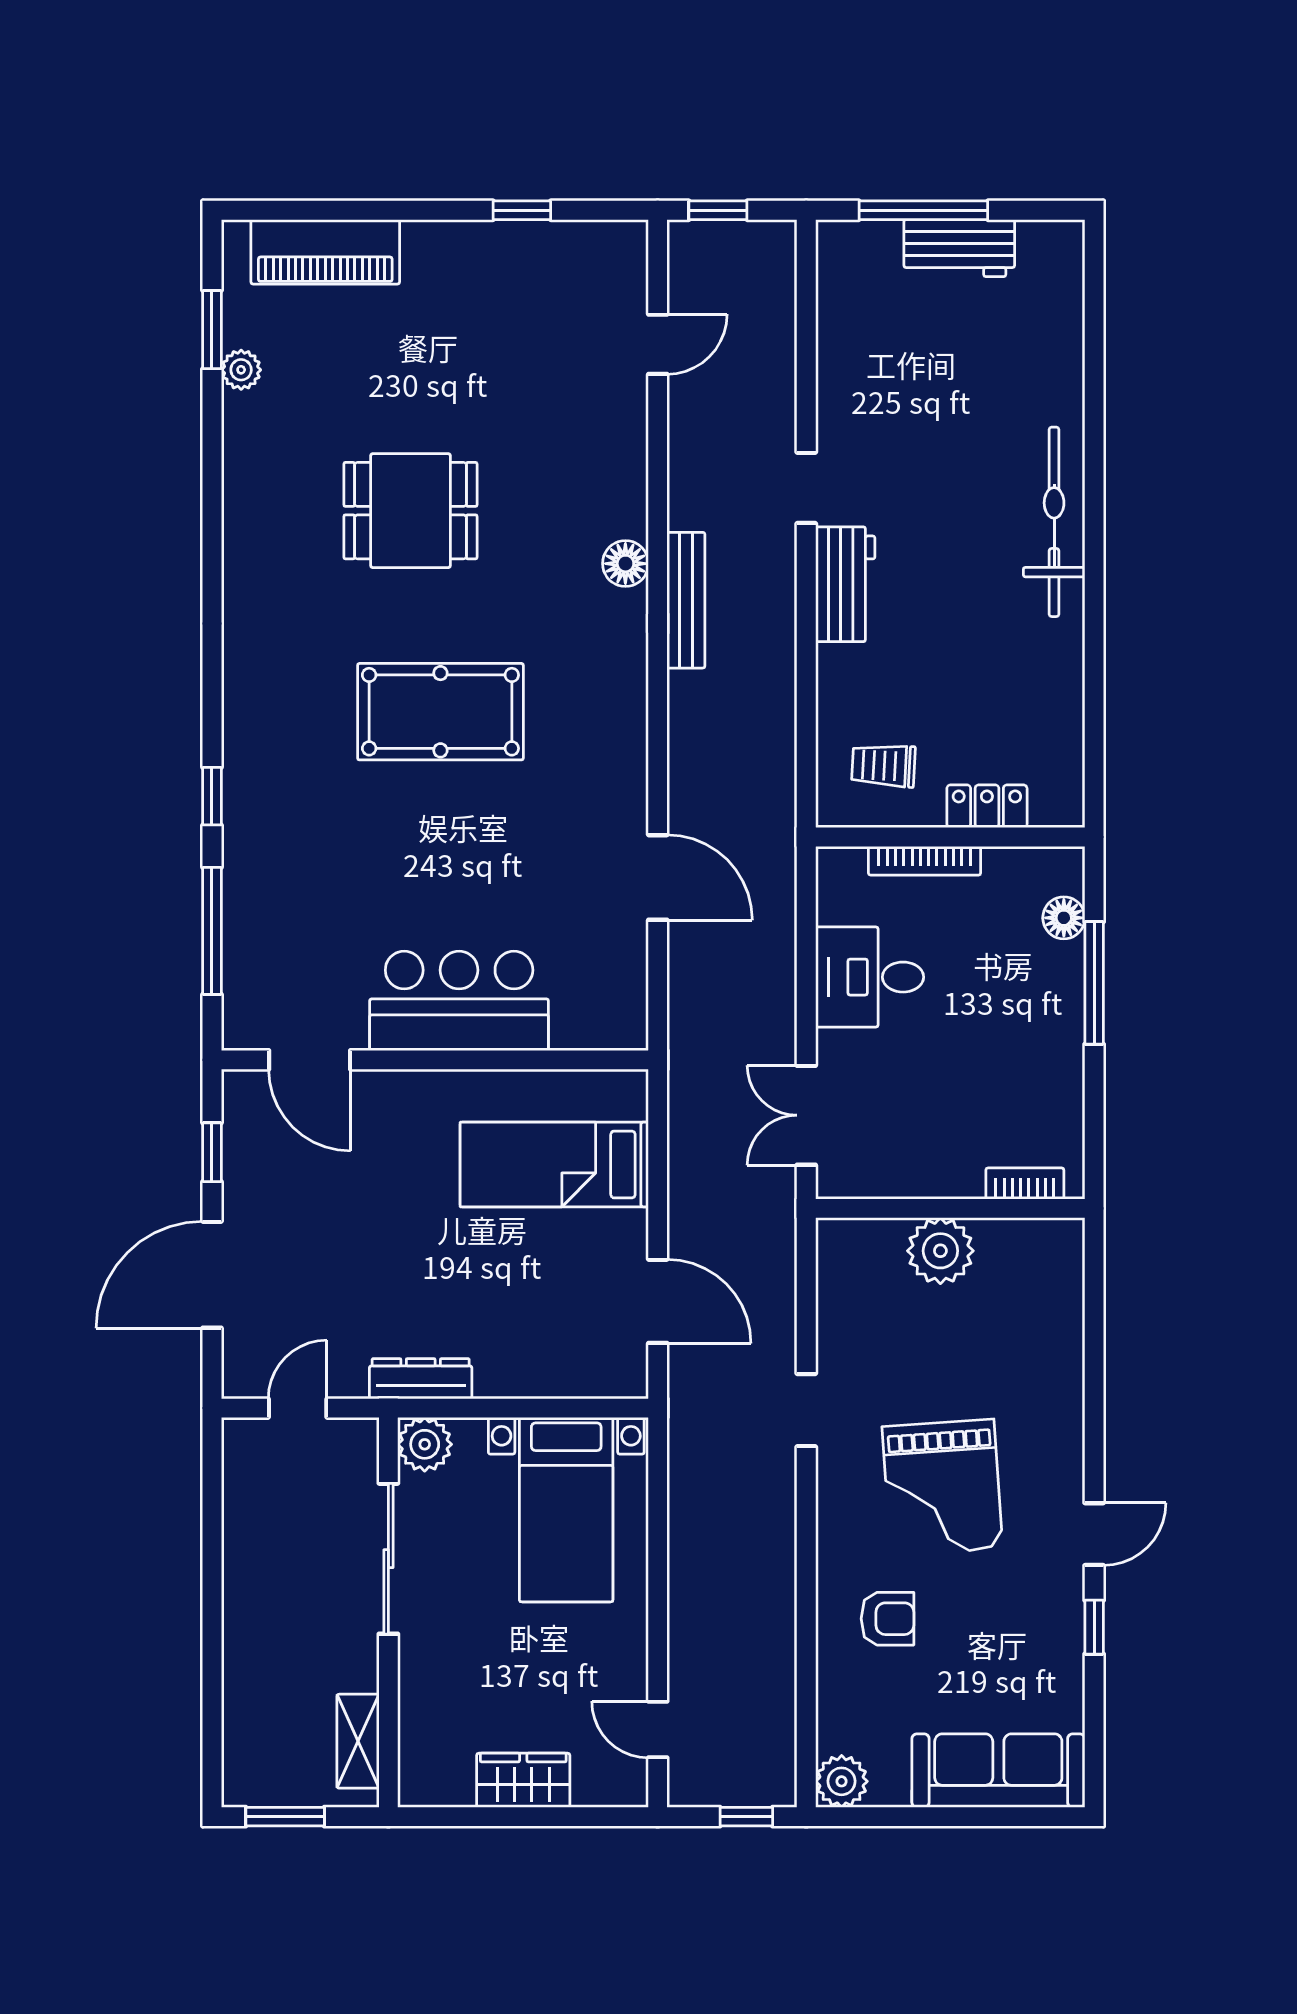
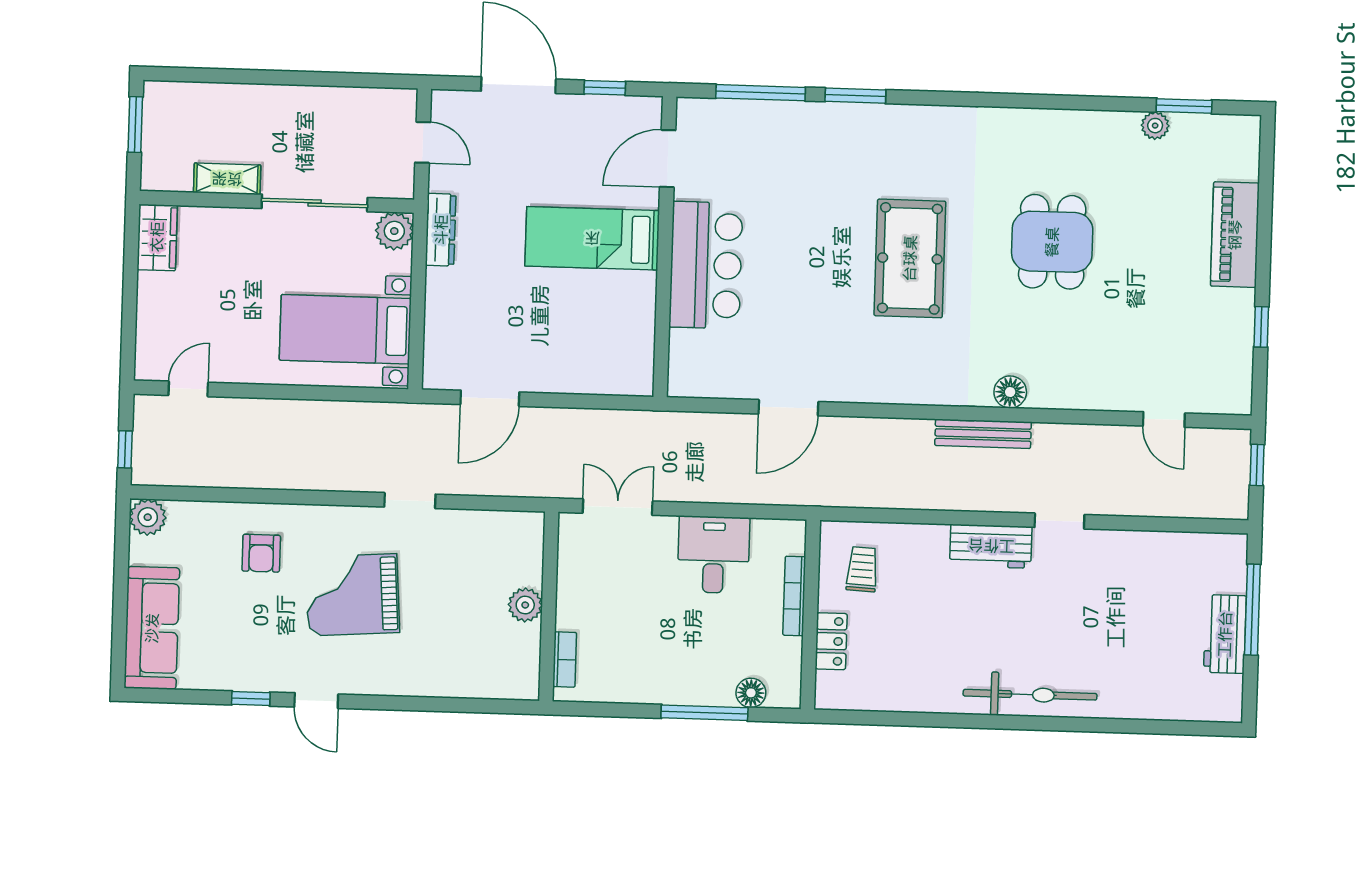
piano: (325, 252) -> (1235, 235), moved
window: (212, 796) -> (855, 96), width x1.50
bed: (554, 1164) -> (592, 238), moved, turned -90
plant: (940, 1251) -> (525, 605), width x0.73, depth x0.73
shelving: (358, 1741) -> (227, 179), moved
wardrobe: (523, 1780) -> (157, 237), moved

